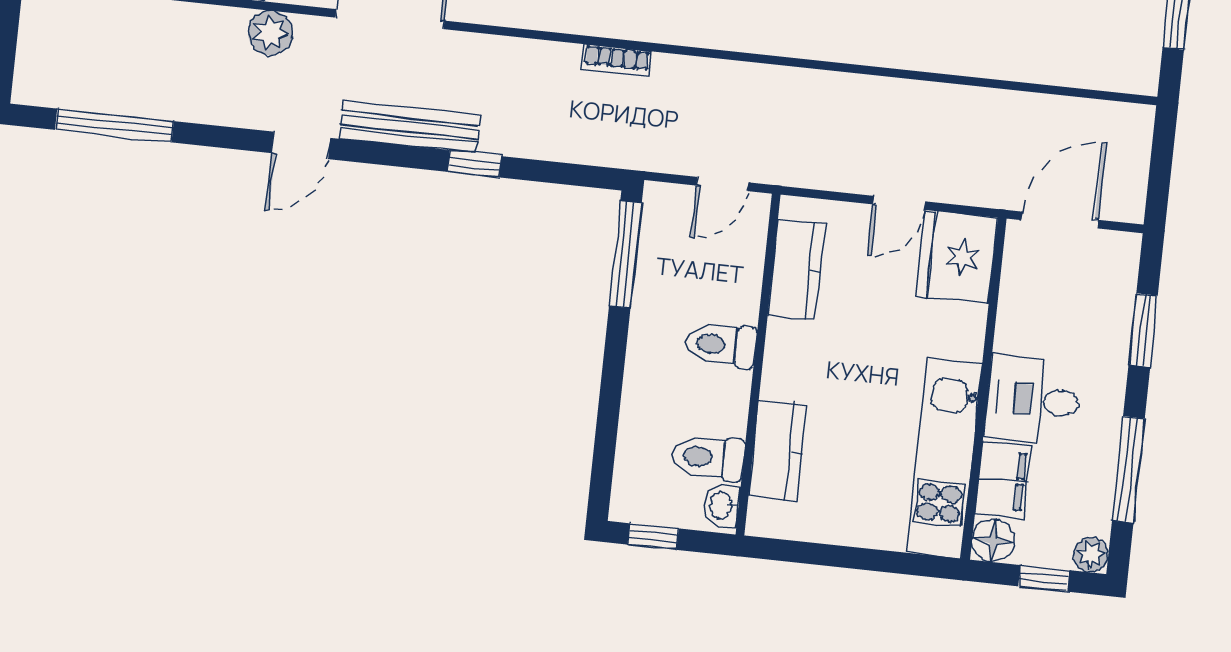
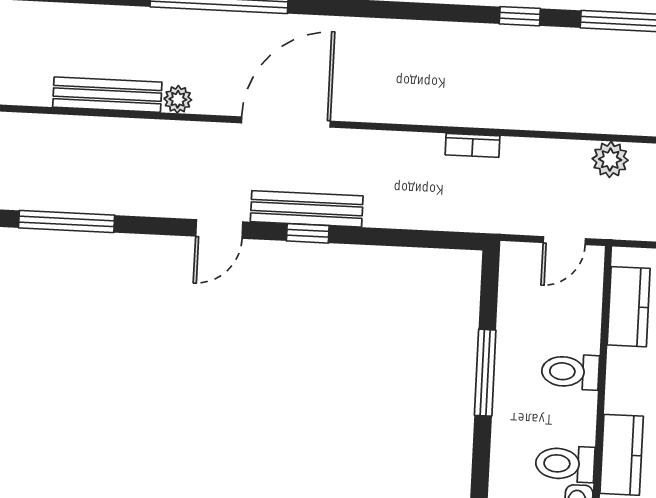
plant: (270, 33) -> (610, 159), moved
window: (474, 164) -> (308, 233), moved
window: (625, 254) -> (485, 373), moved

